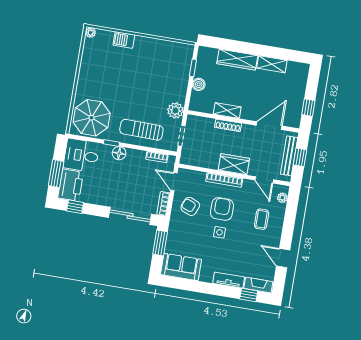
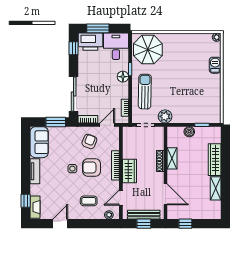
armchair: (222, 209) -> (92, 167), turned 180
tv unit: (229, 280) -> (35, 171), moved

